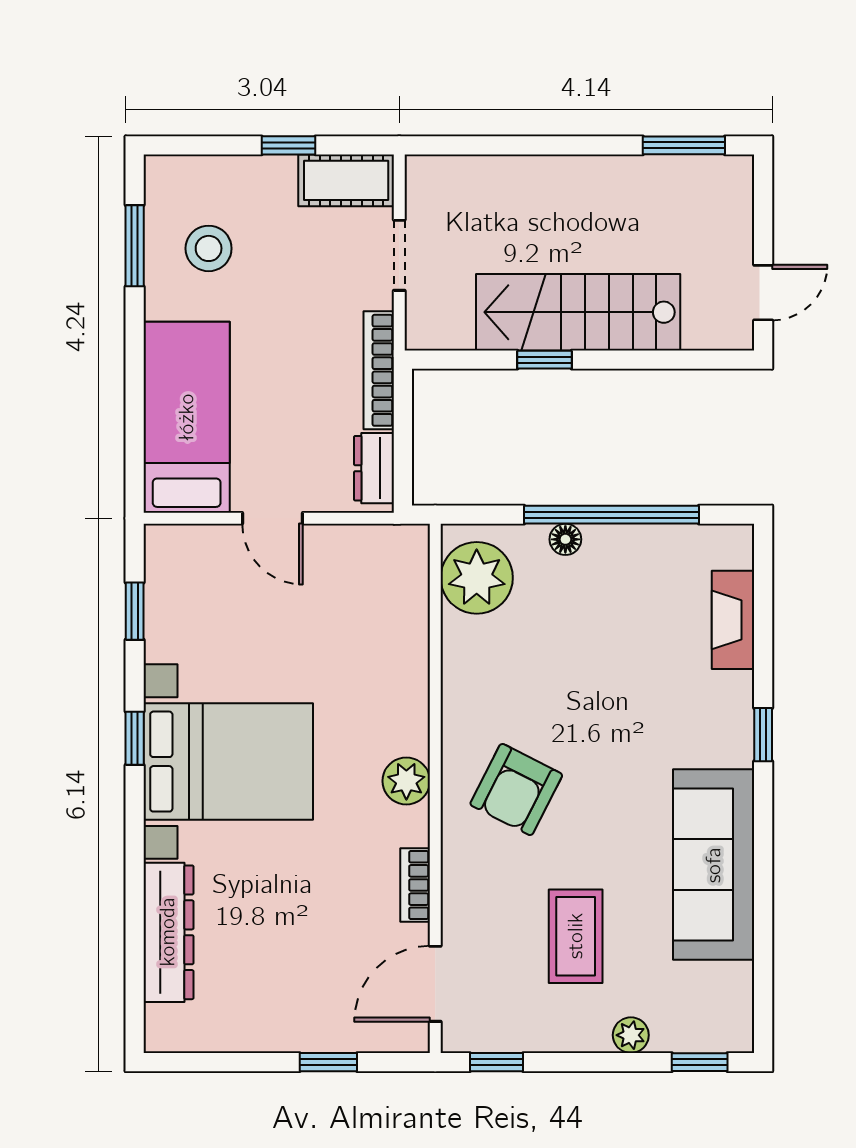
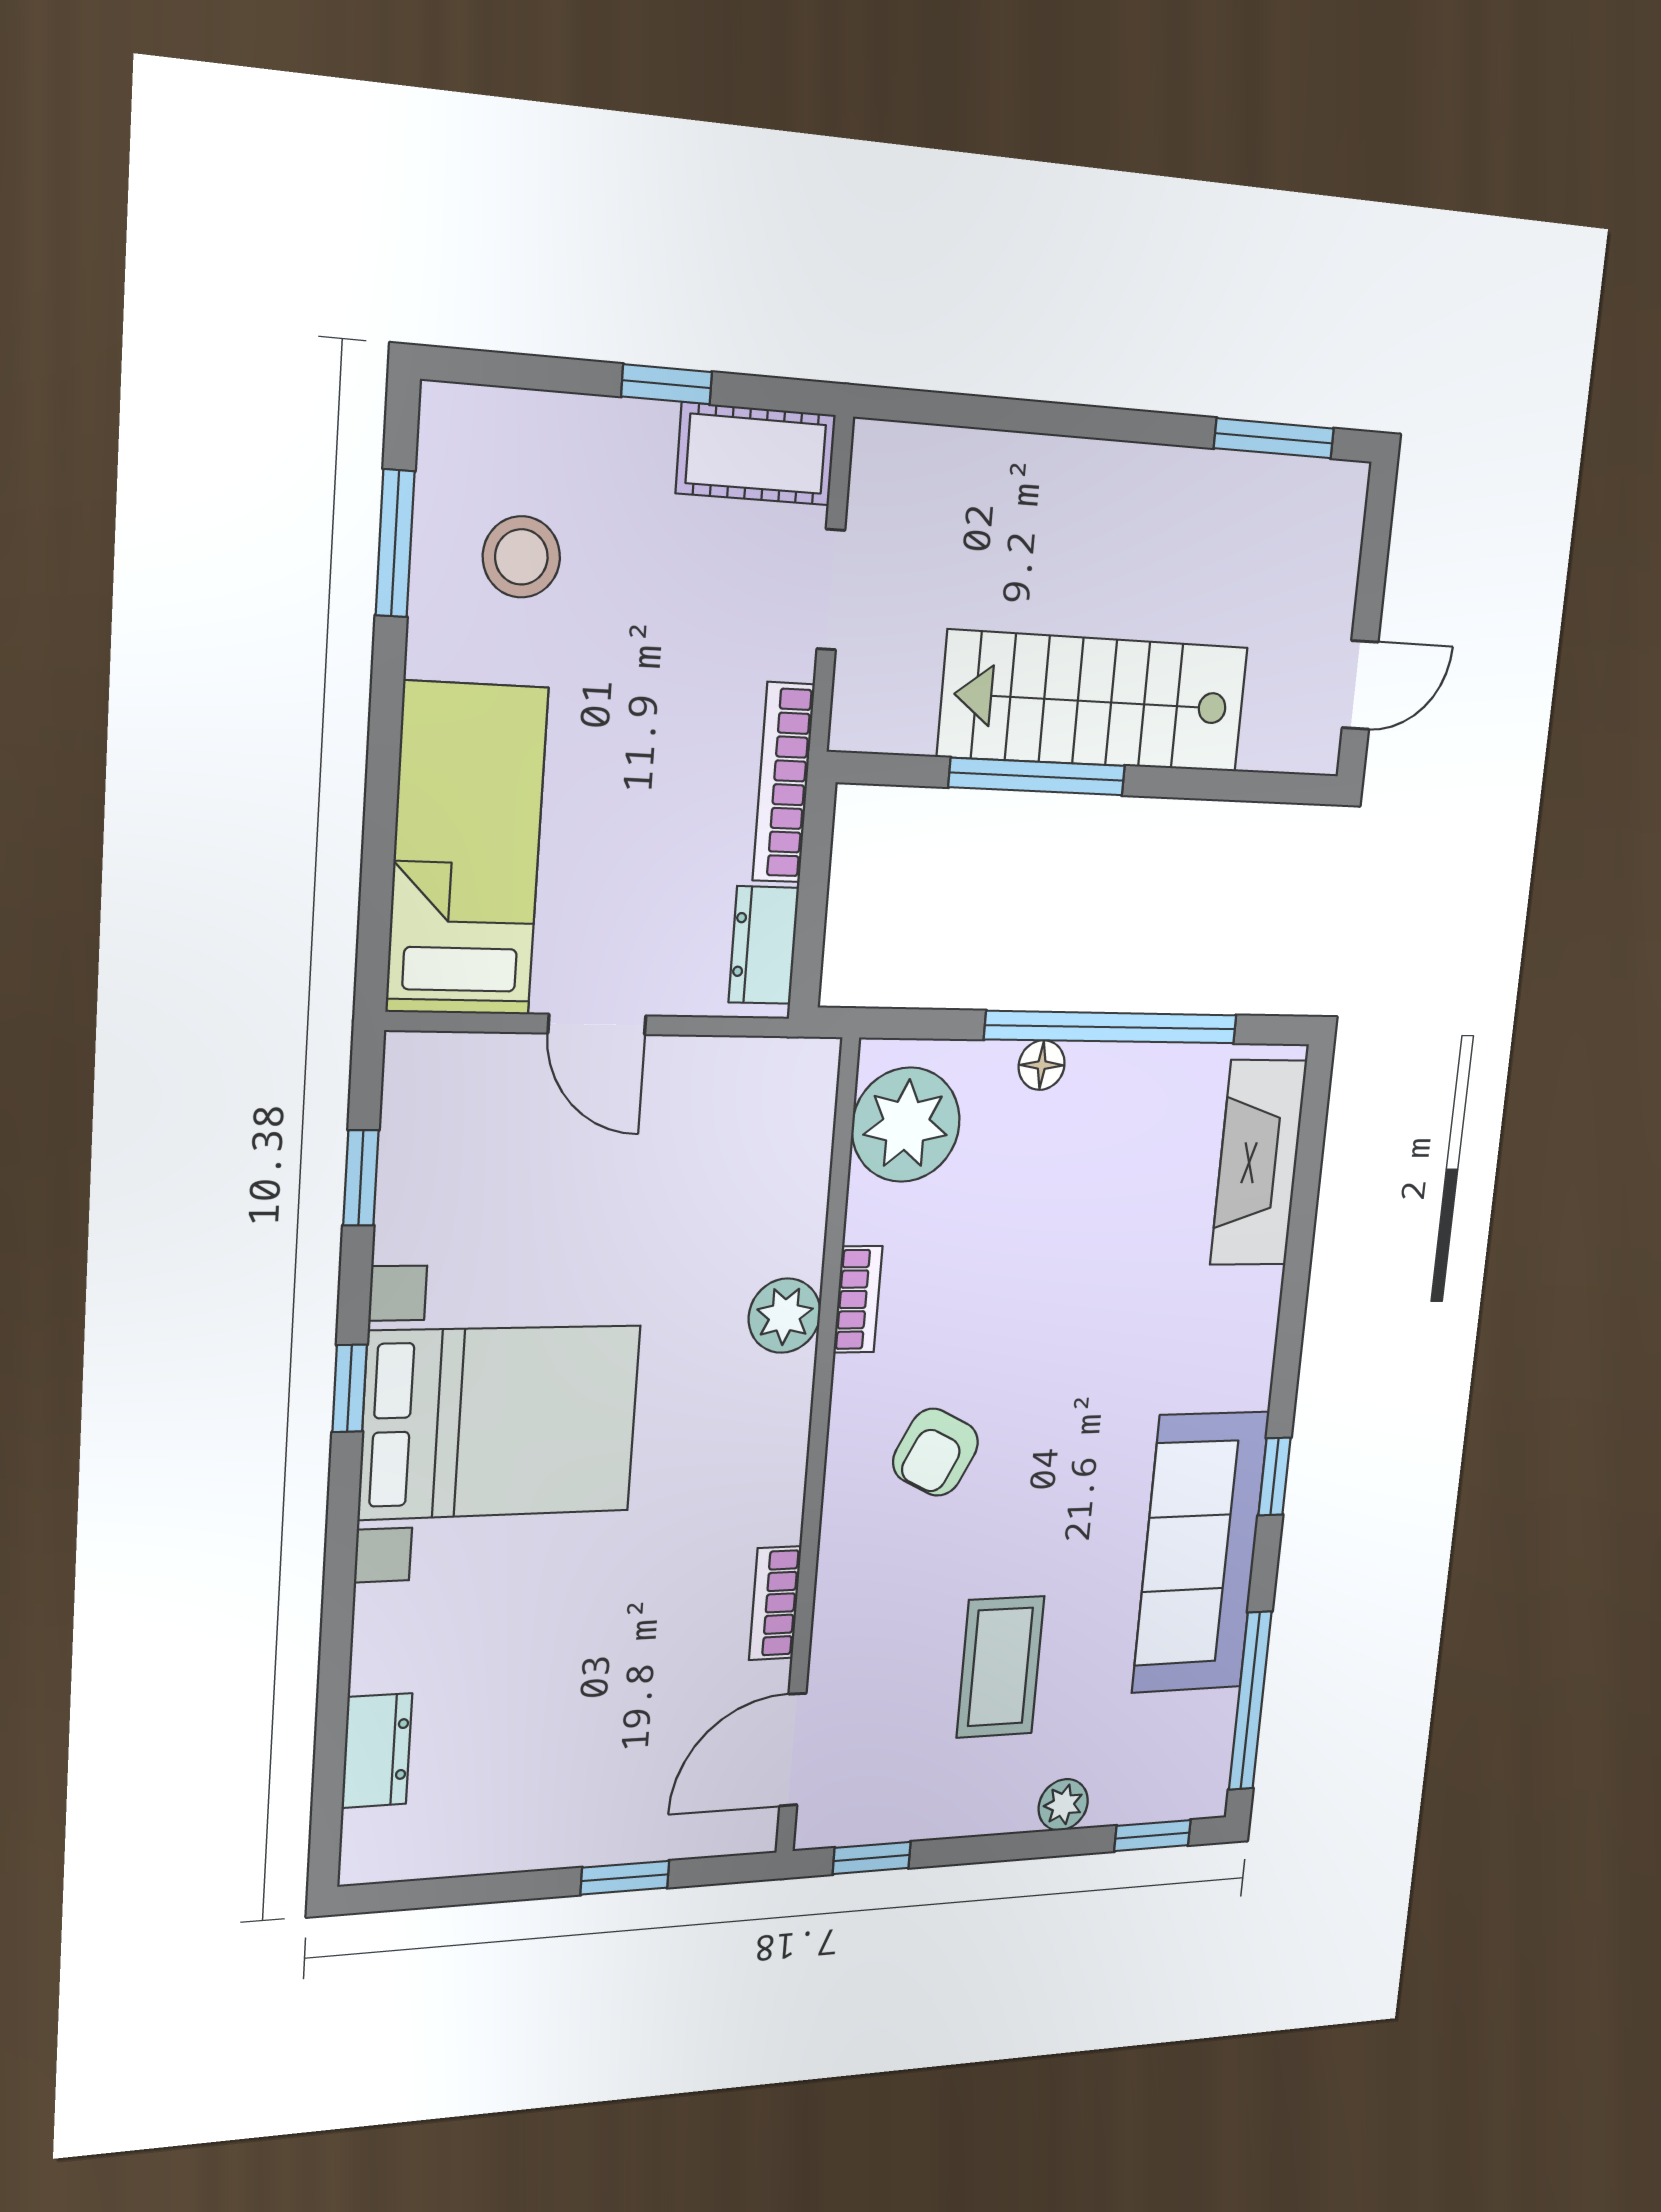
window: (544, 360) -> (1037, 776), width x2.17
fireplace: (733, 620) -> (1259, 1163), width x1.37, depth x1.32
bookcase: (454, 689) -> (858, 1299), added
window: (763, 735) -> (1274, 1477), moved
plant: (406, 781) -> (785, 1316), moved
armchair: (516, 789) -> (936, 1452), width x0.72, depth x0.72
dresser: (168, 932) -> (377, 1751), width x0.51, depth x0.80
window: (763, 971) -> (1250, 1701), added

